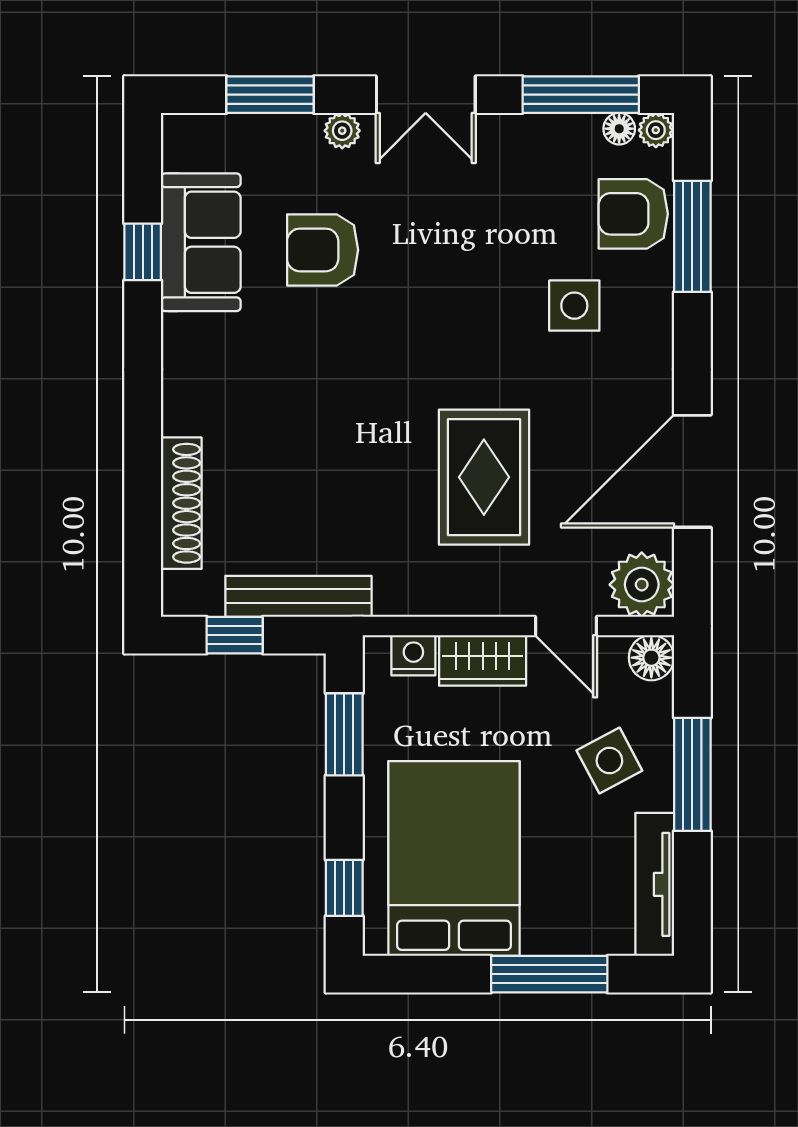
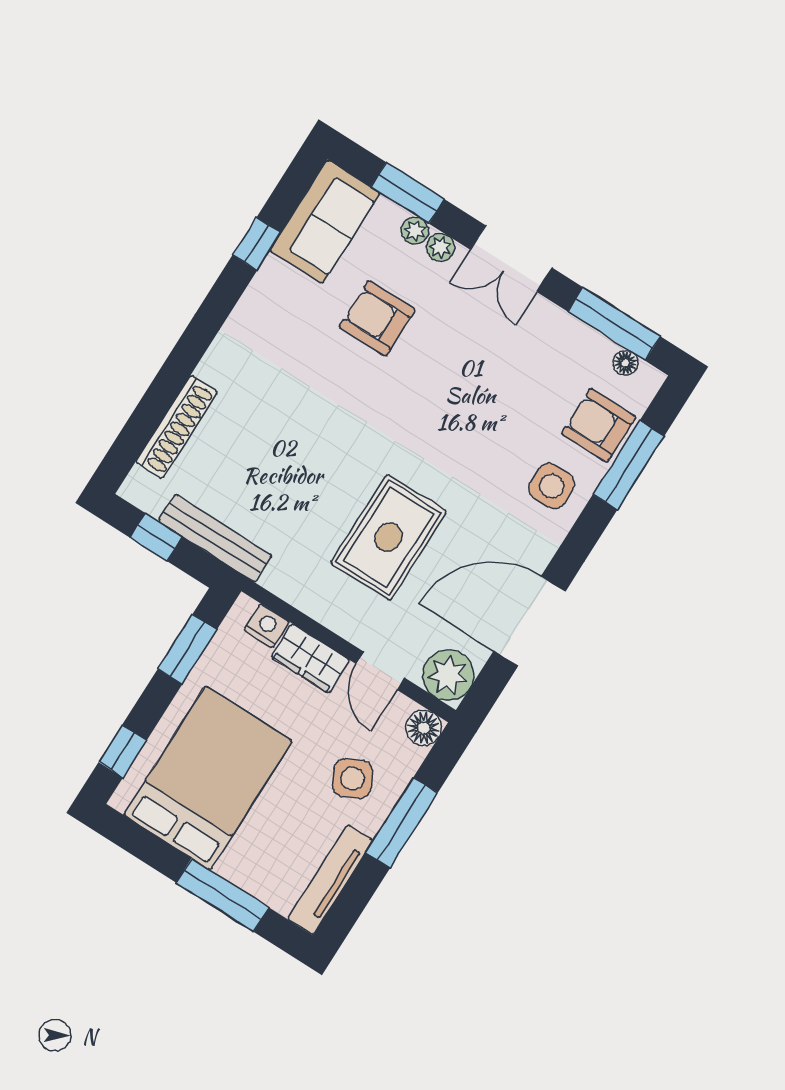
plant: (656, 130) -> (415, 231), moved
sofa: (201, 242) -> (325, 222), moved
side table: (574, 306) -> (552, 486), moved

